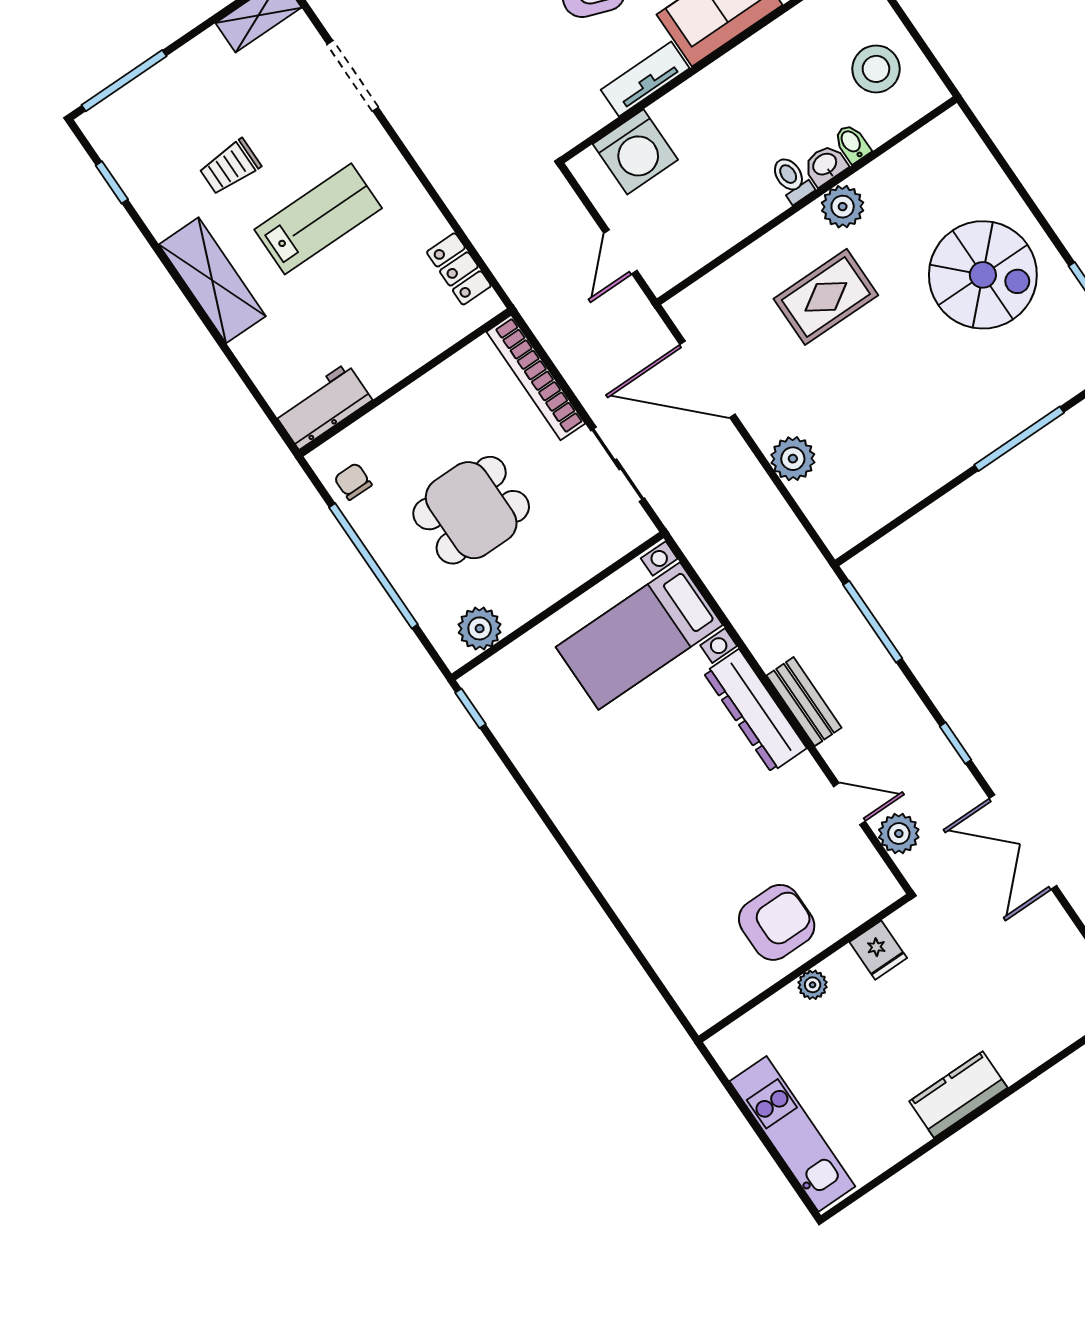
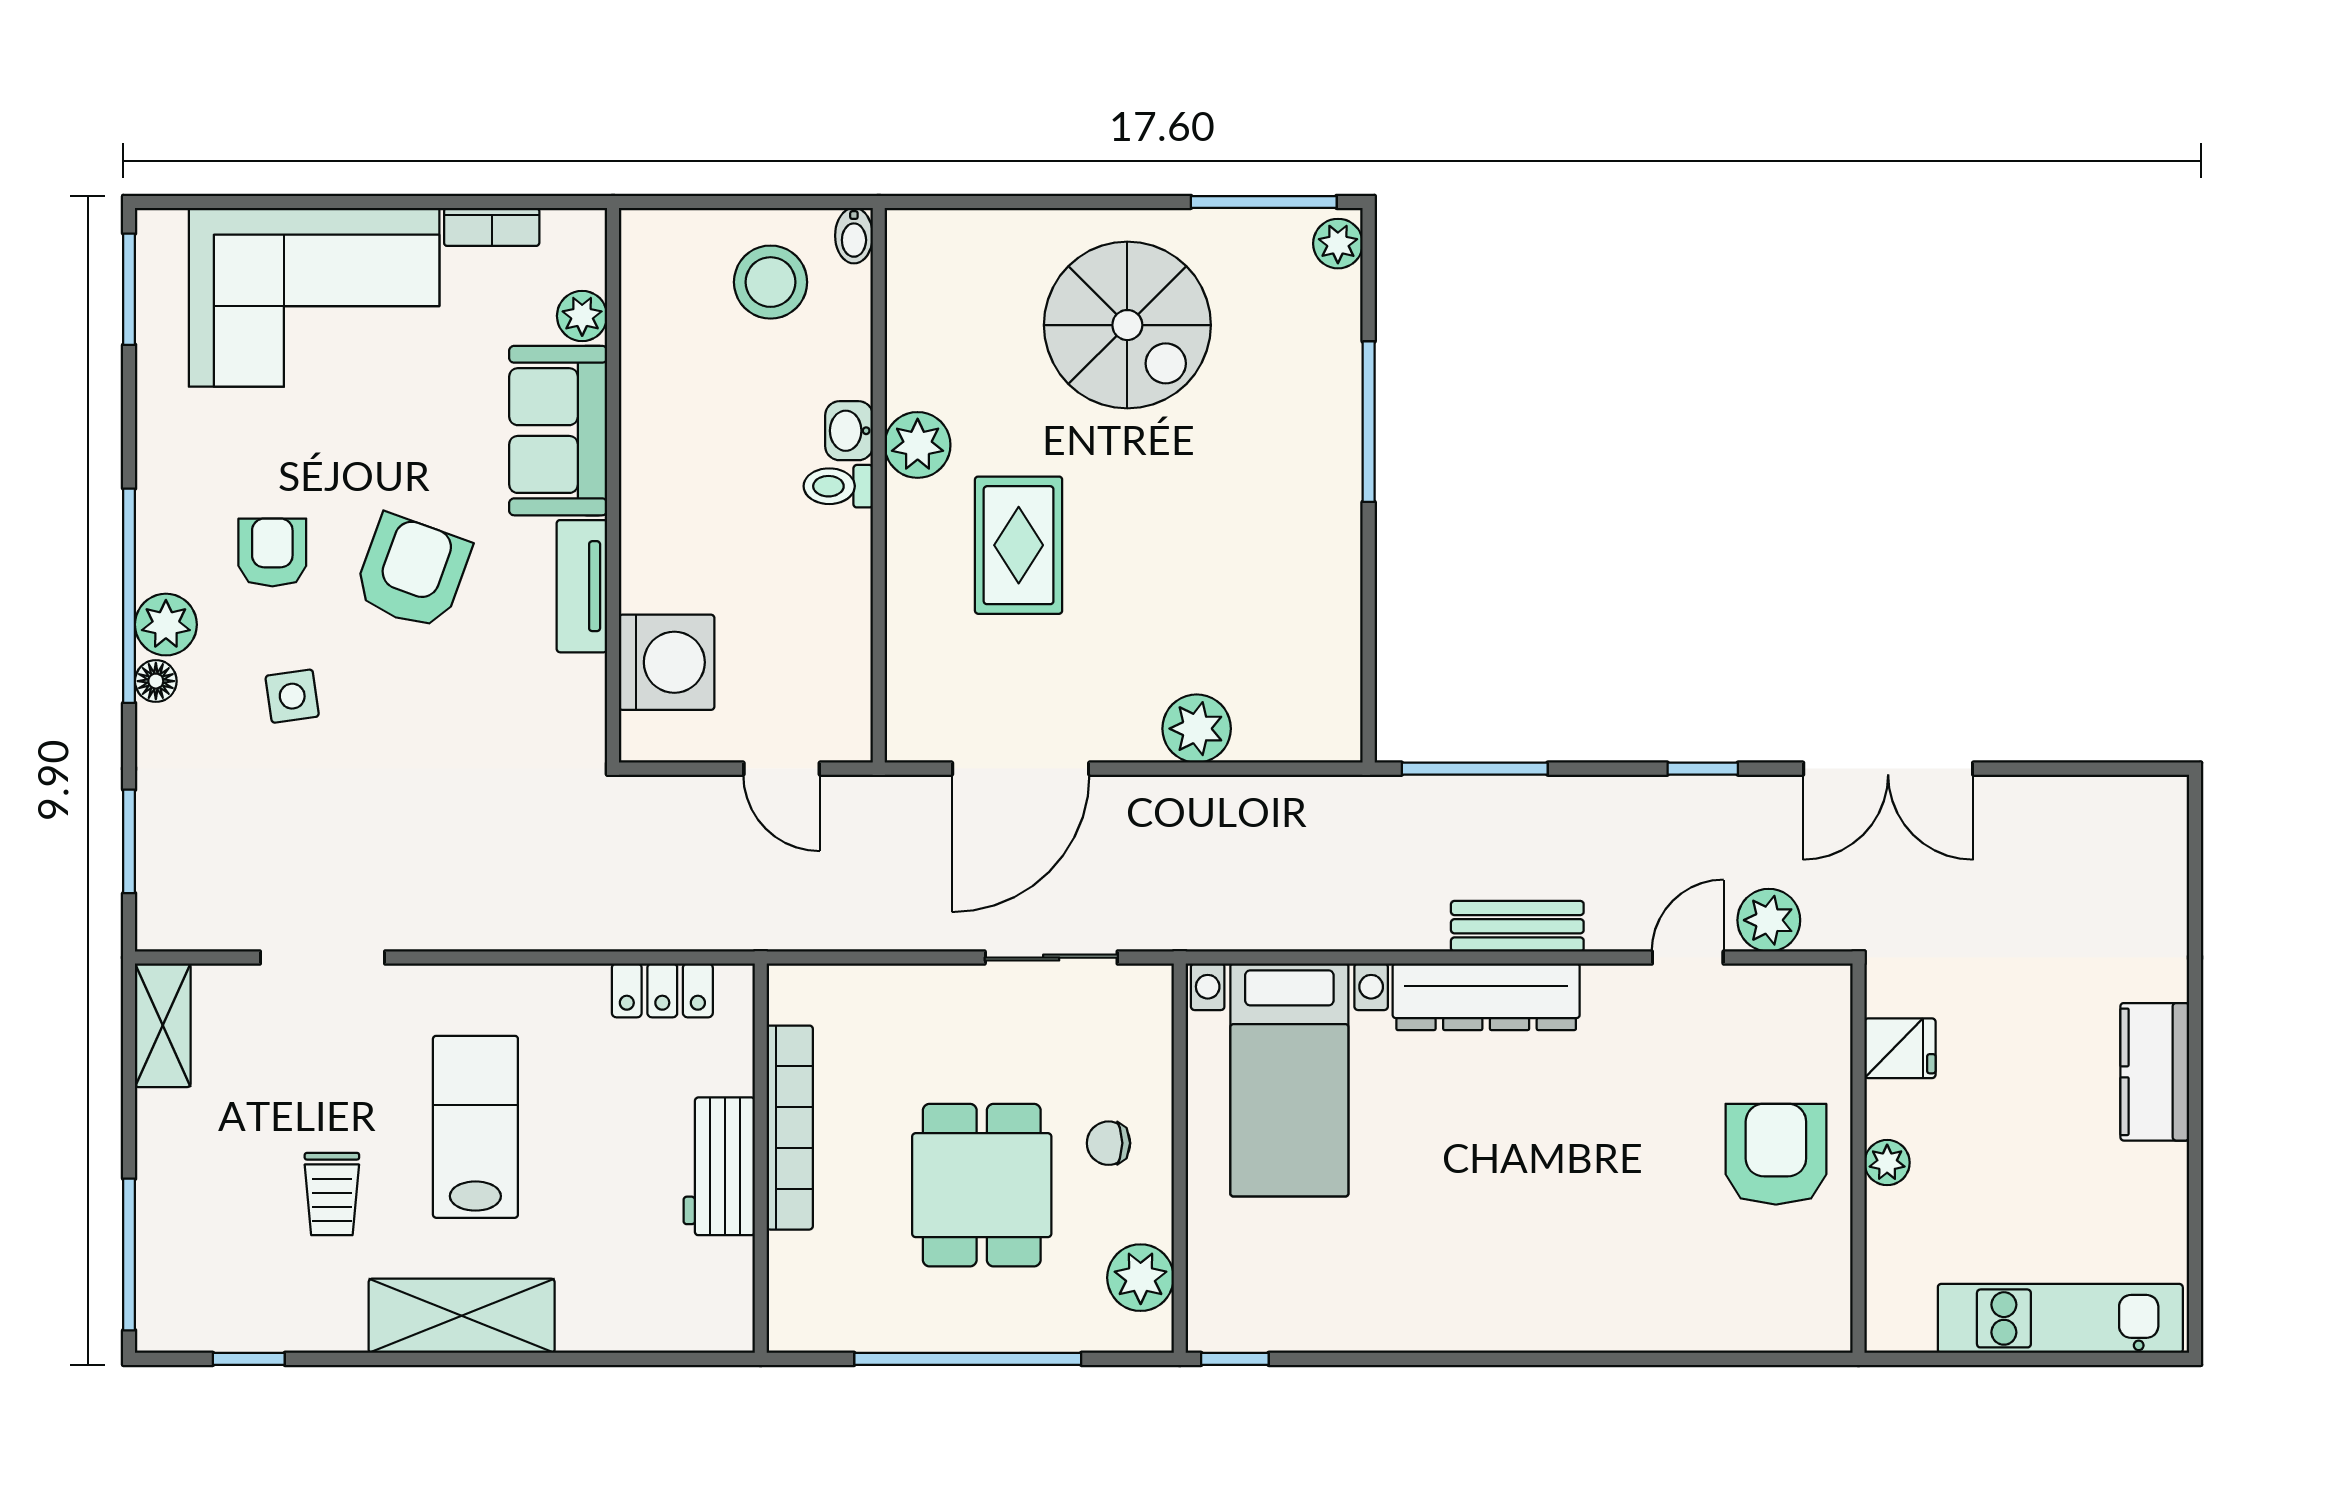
bidet: (852, 143) -> (854, 236), moved, turned -90
spiral stairs: (983, 275) -> (1127, 325), turned 90
bookcase: (536, 378) -> (790, 1128), moved, turned -90
workbench: (323, 406) -> (719, 1166), moved
chair: (353, 481) -> (1109, 1143), moved

